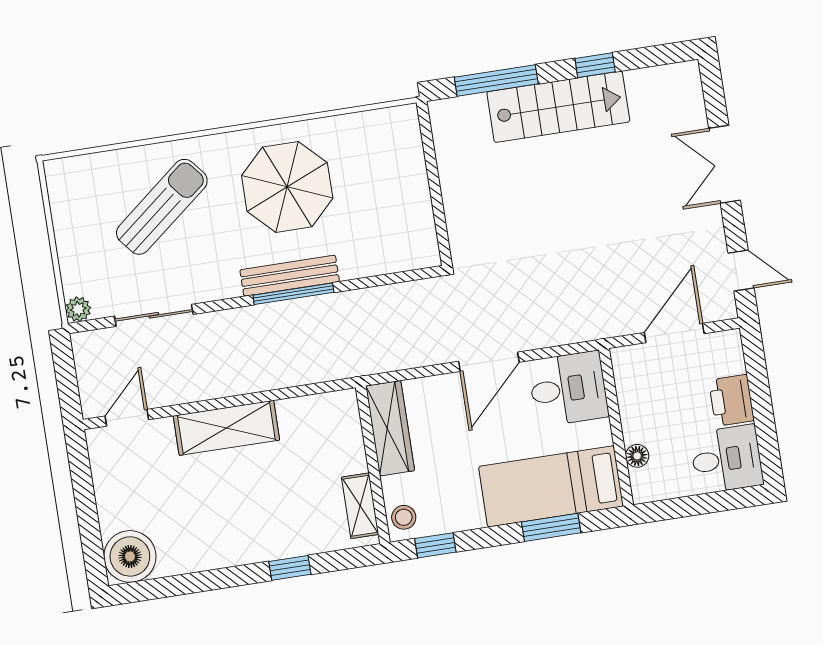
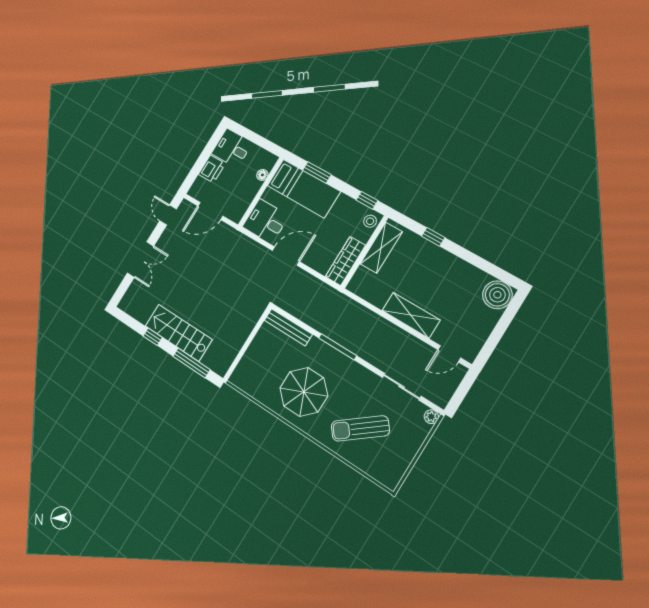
bench: (290, 276) -> (288, 327), moved
shelving: (360, 506) -> (381, 248), width x1.50, depth x1.33

